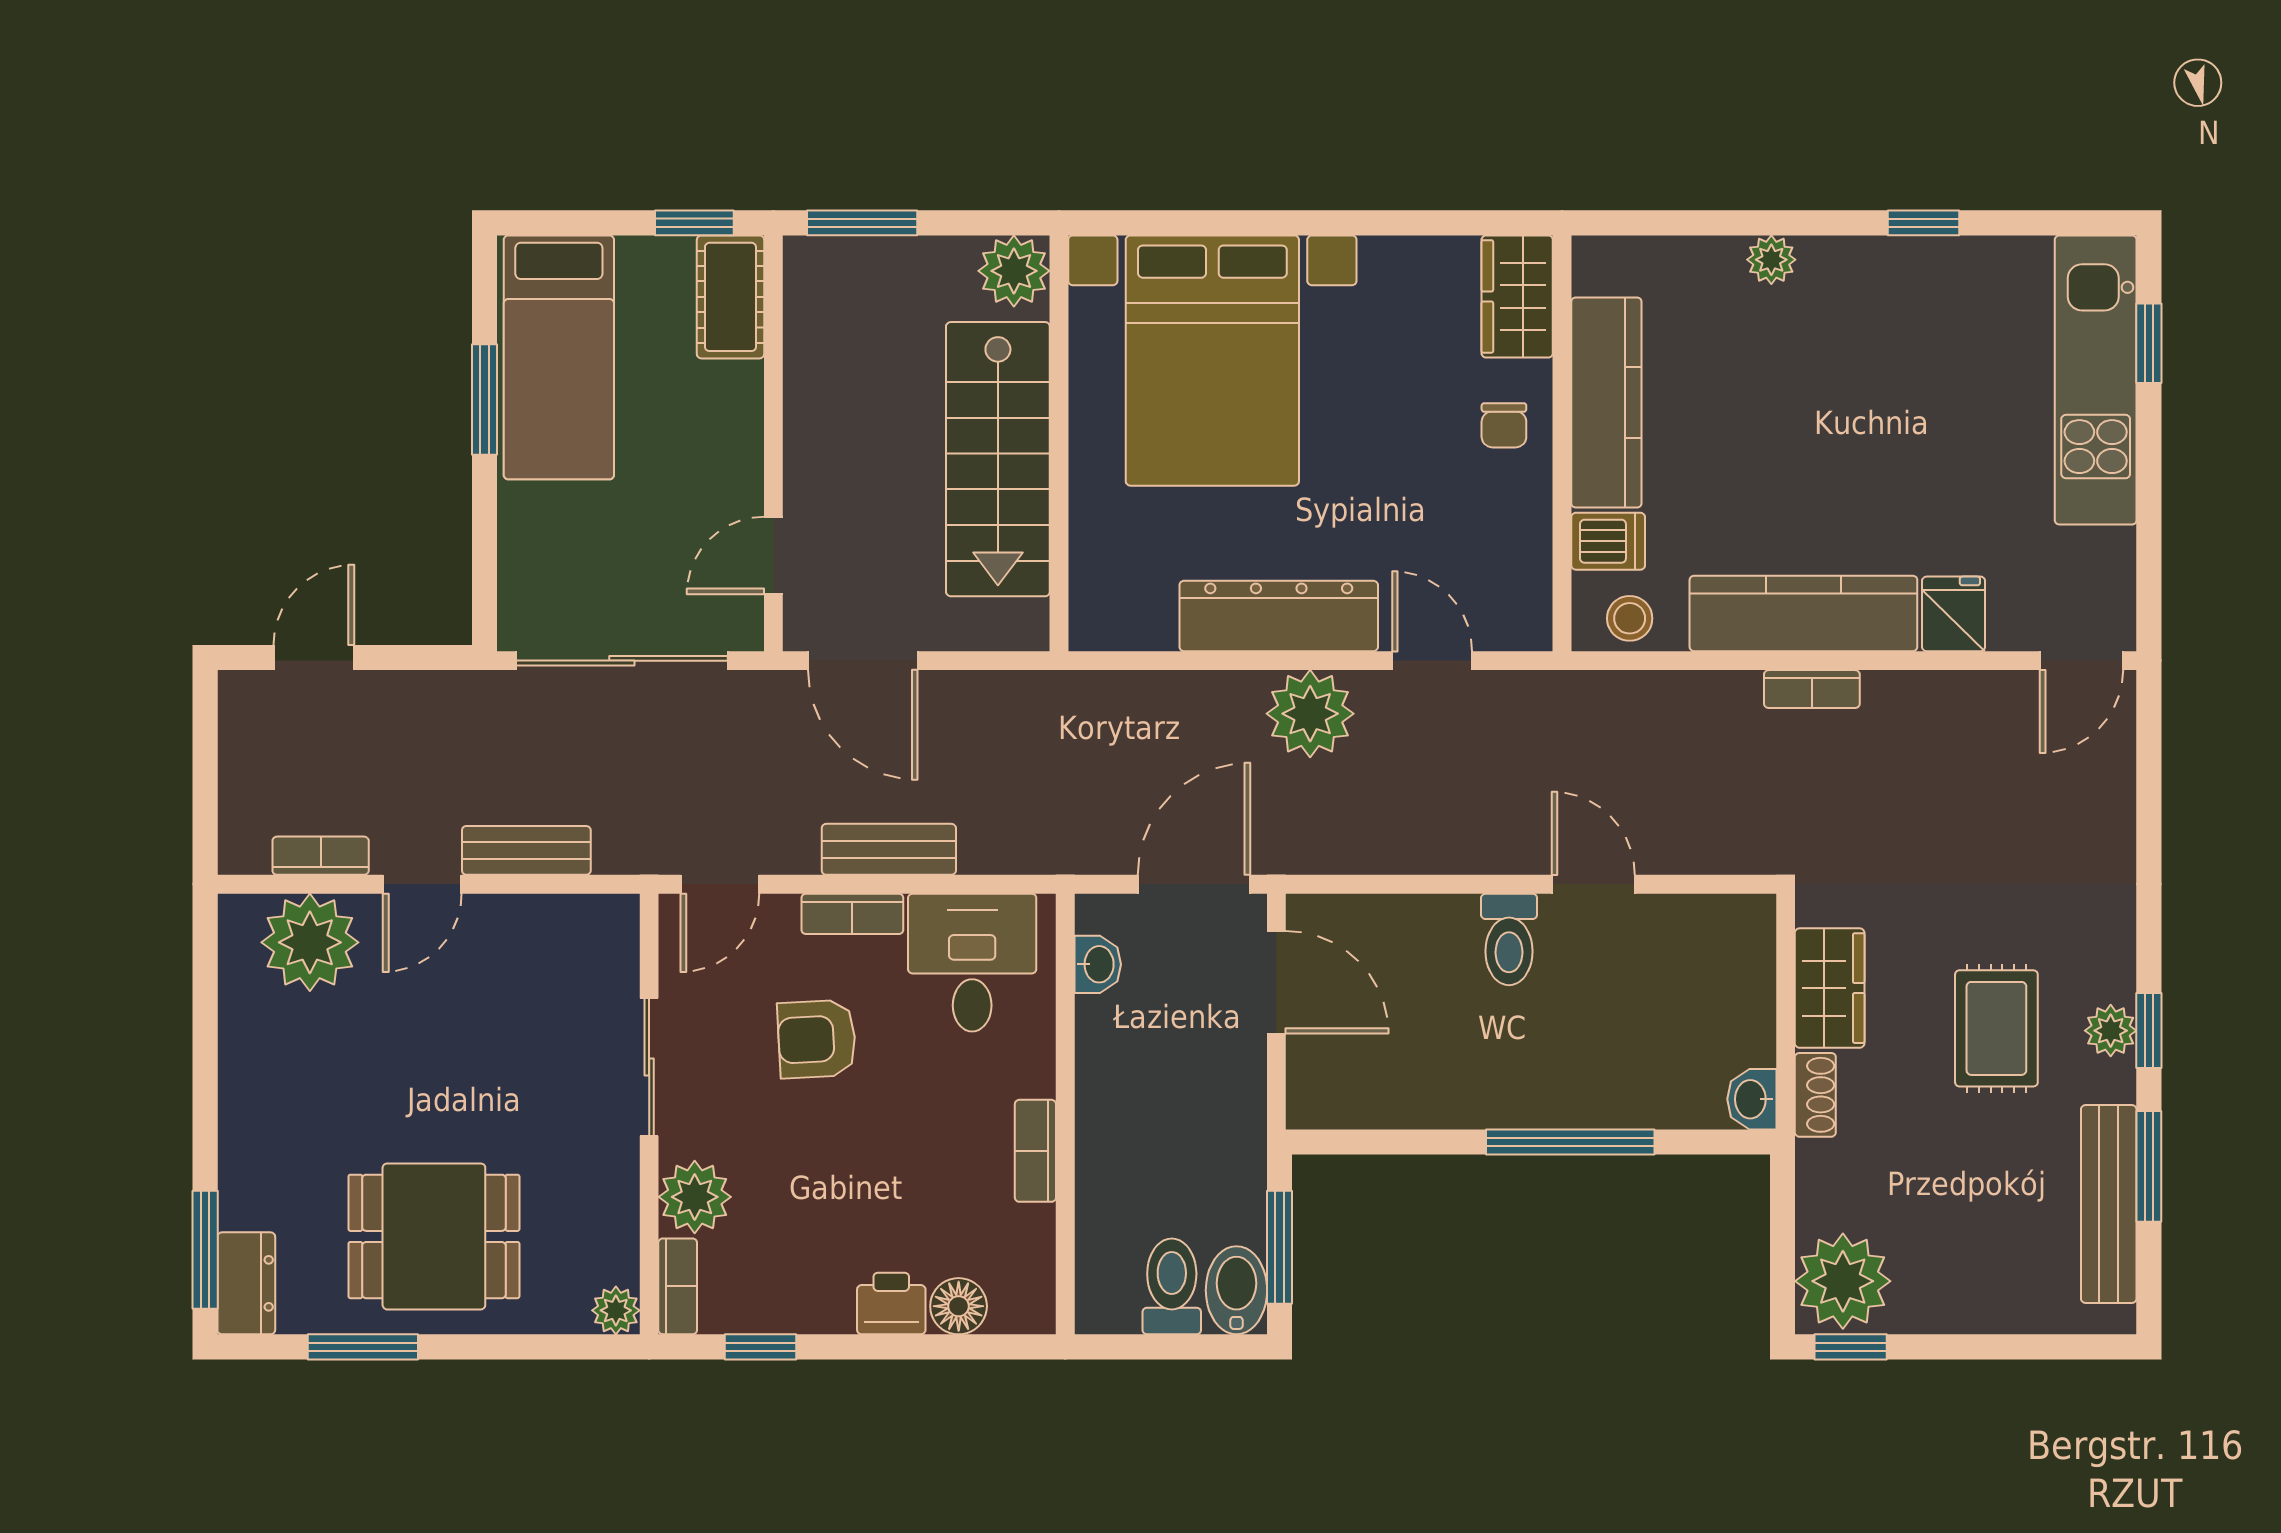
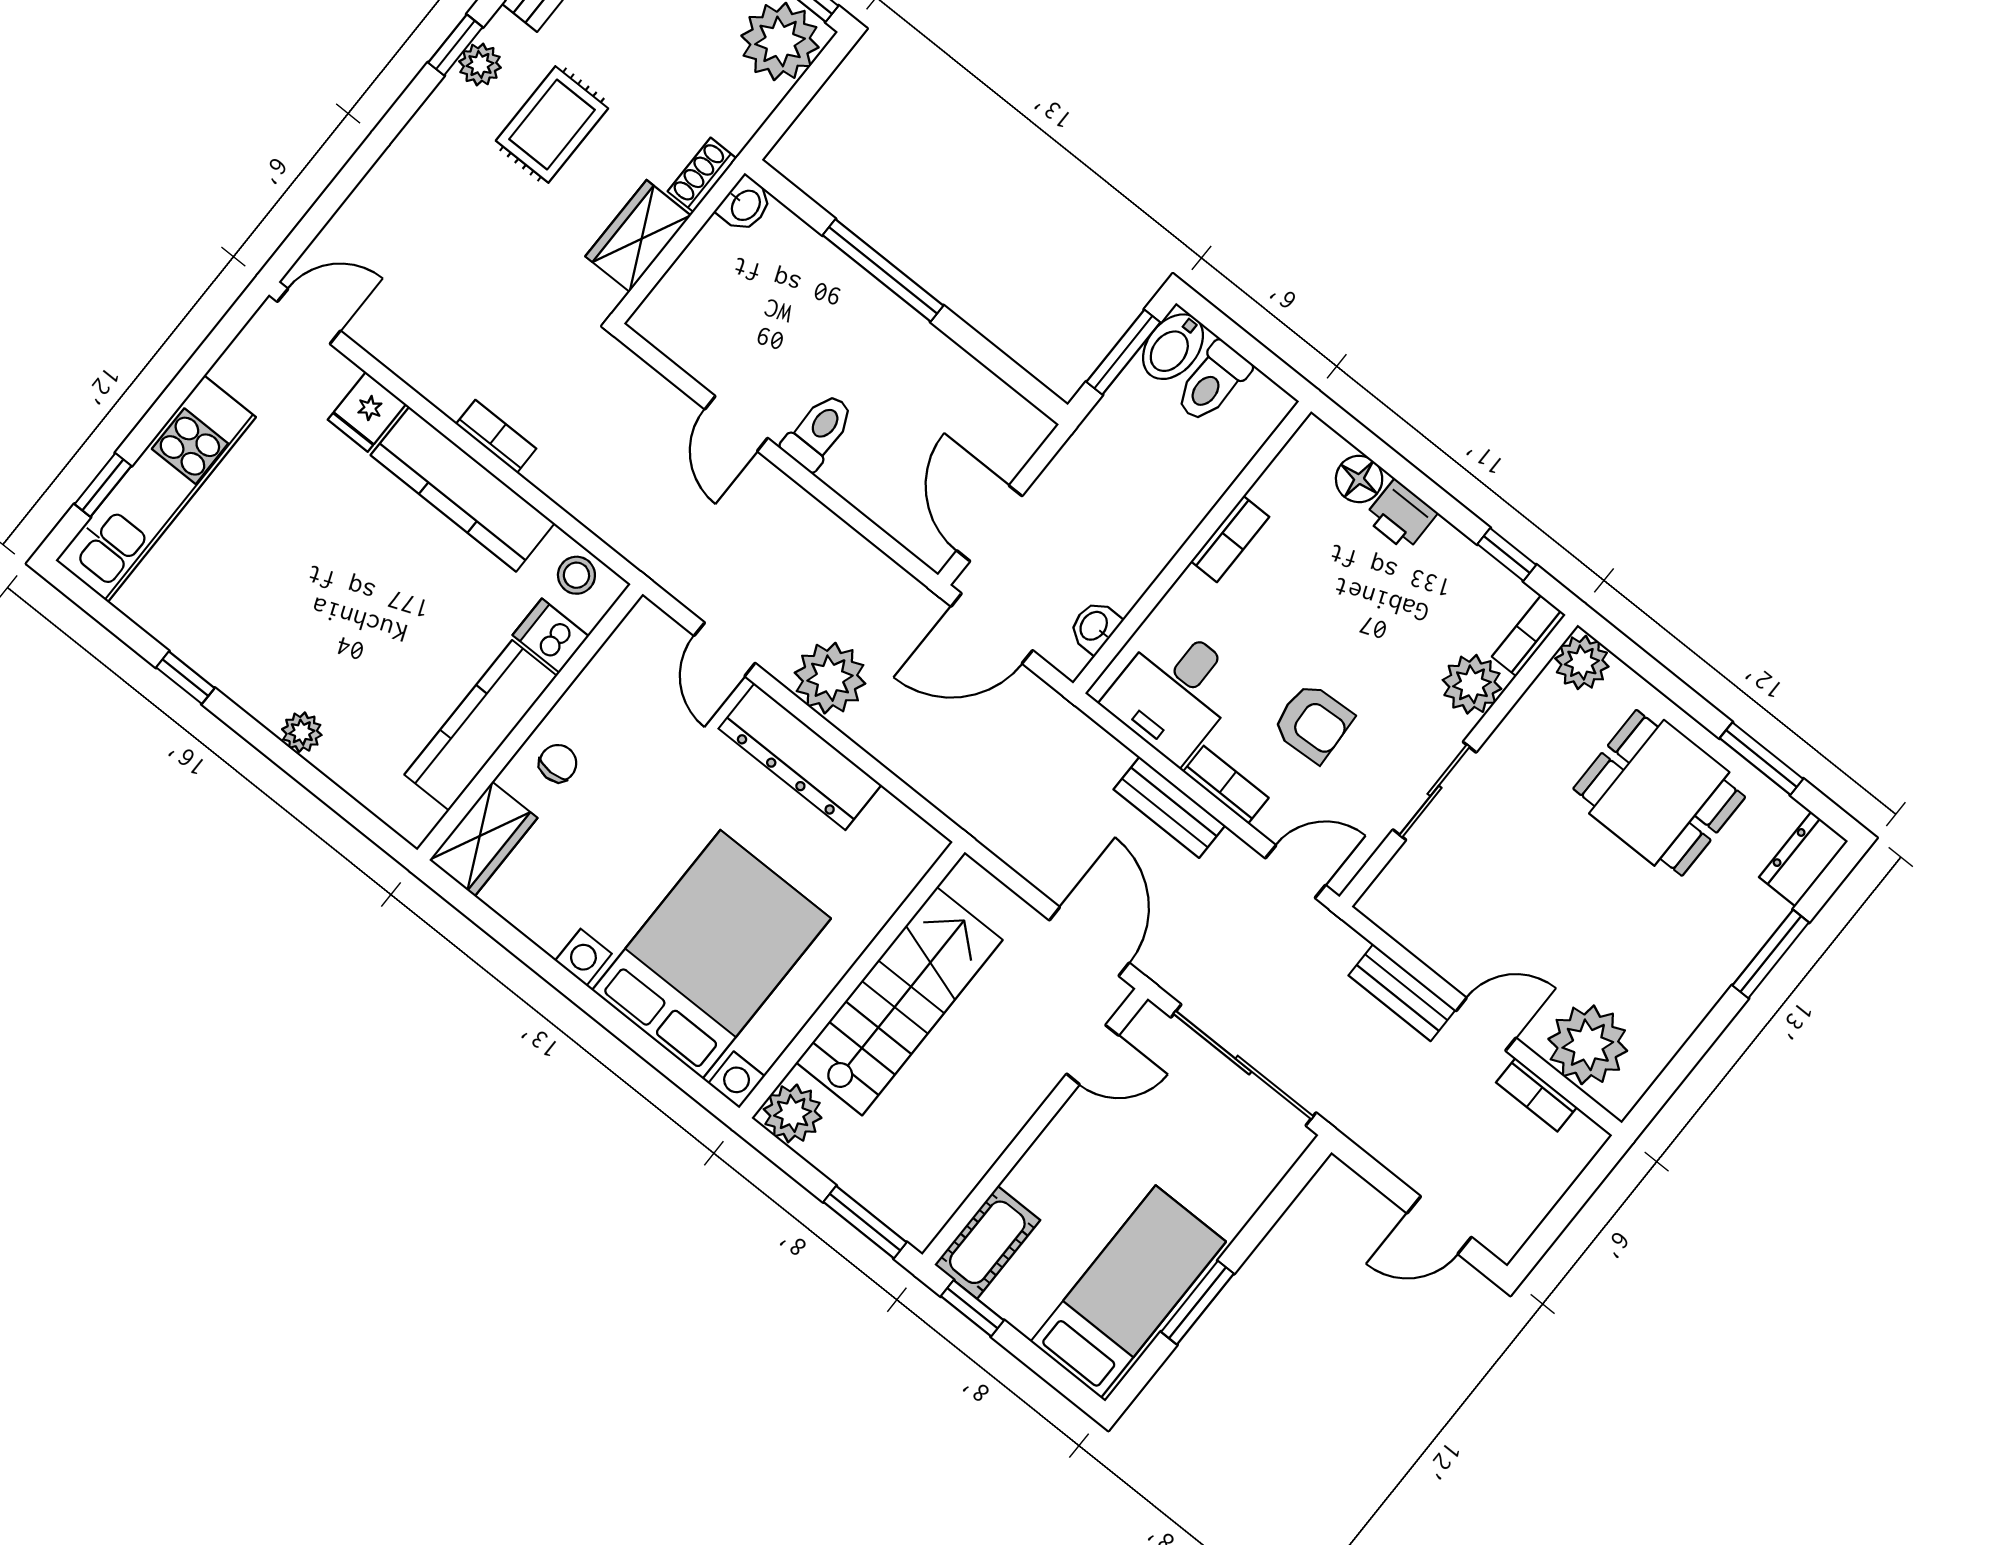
window: (205, 1250) -> (1771, 954), moved
plant: (616, 1310) -> (1582, 662), width x1.38, depth x1.38

